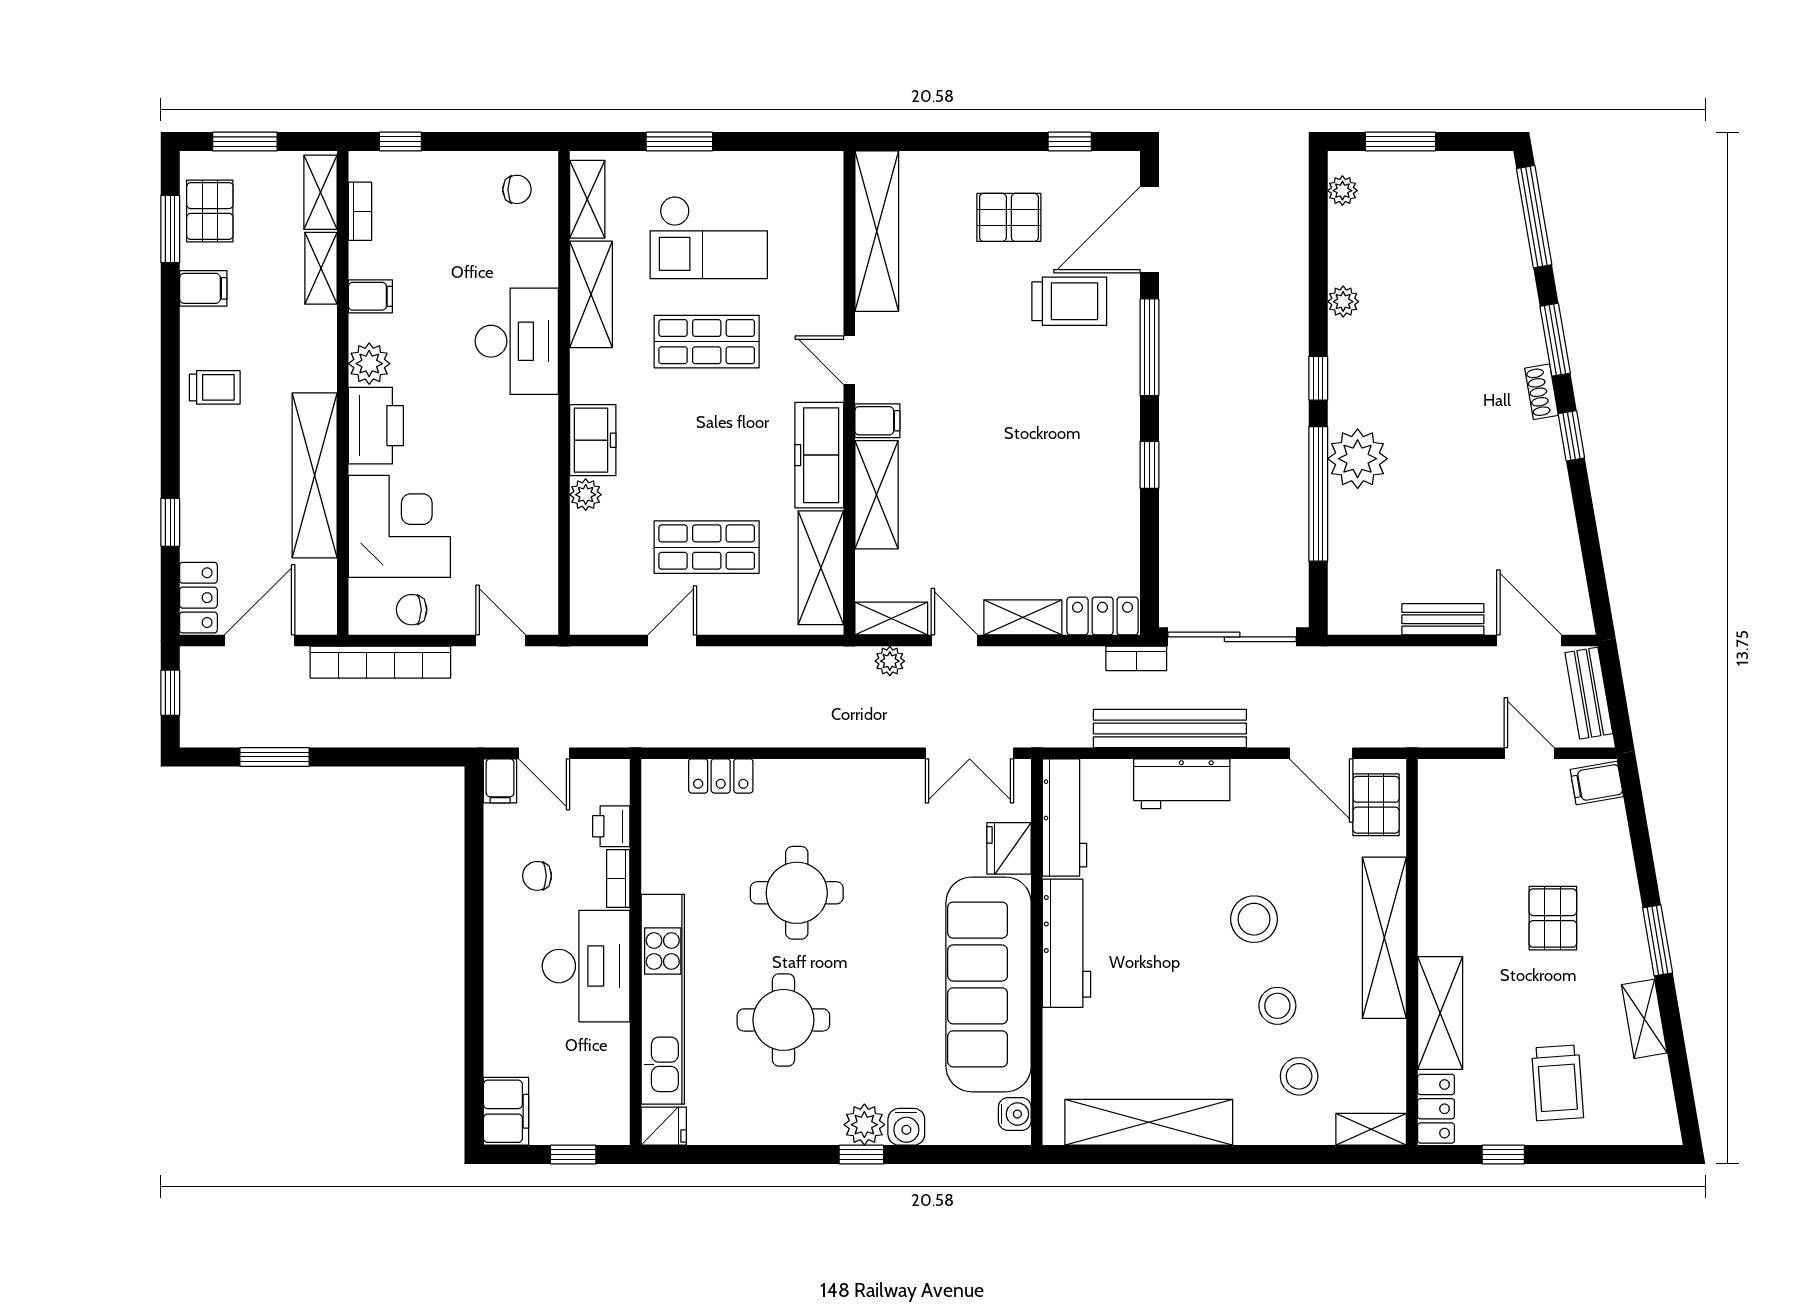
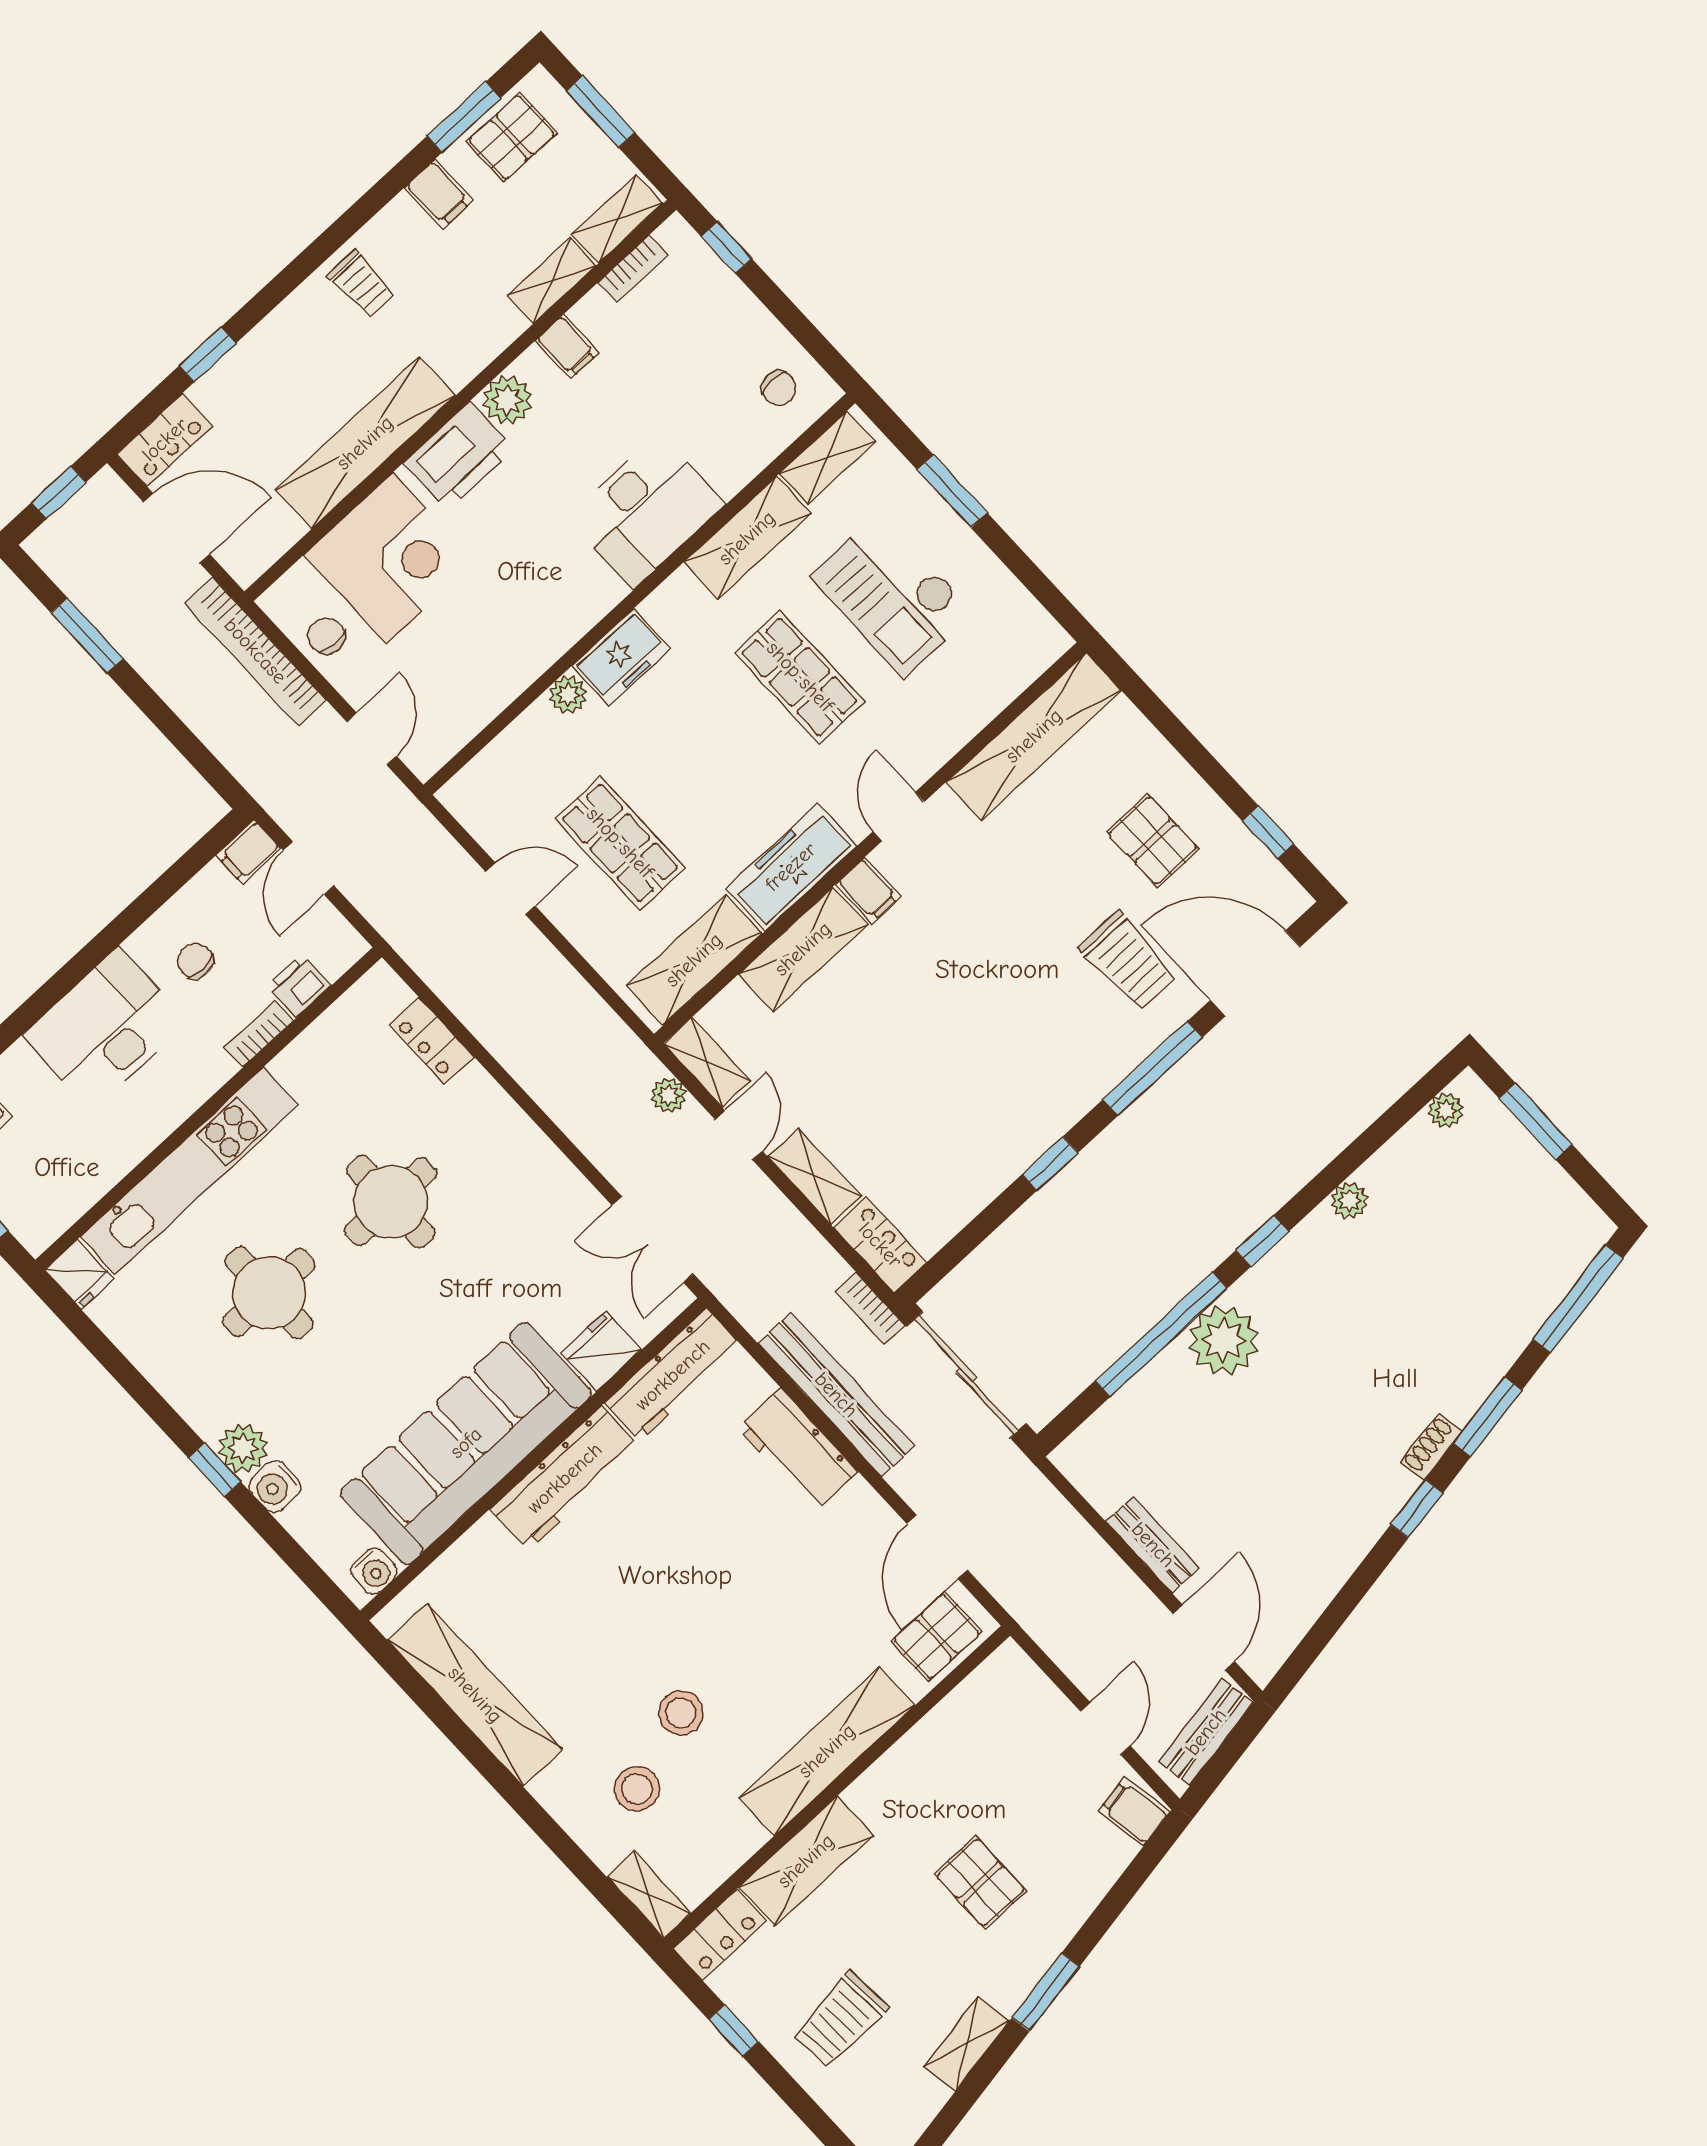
pallet: (1553, 918) -> (980, 1883), turned 90
stool: (1254, 919) -> (738, 1622), removed
desk: (586, 966) -> (105, 1029), moved, turned 180

